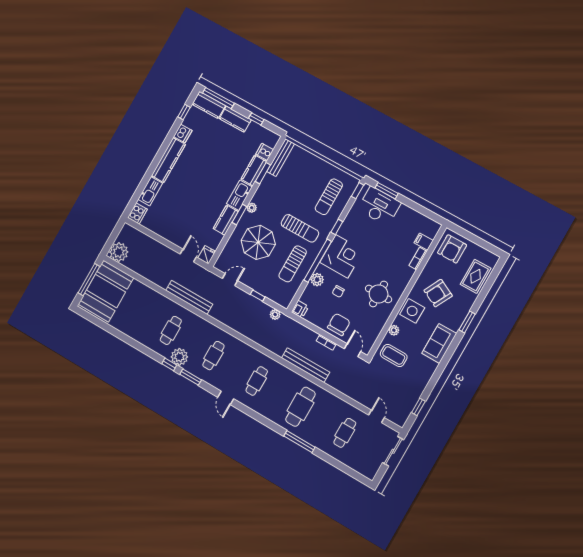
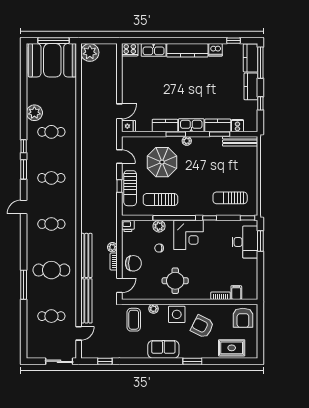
sun lounger: (300, 228) -> (130, 188), moved
armchair: (452, 249) -> (243, 318), turned -90
bench: (189, 297) -> (86, 301), moved
plant: (275, 314) -> (112, 247), moved
plant: (179, 357) -> (34, 113), moved

